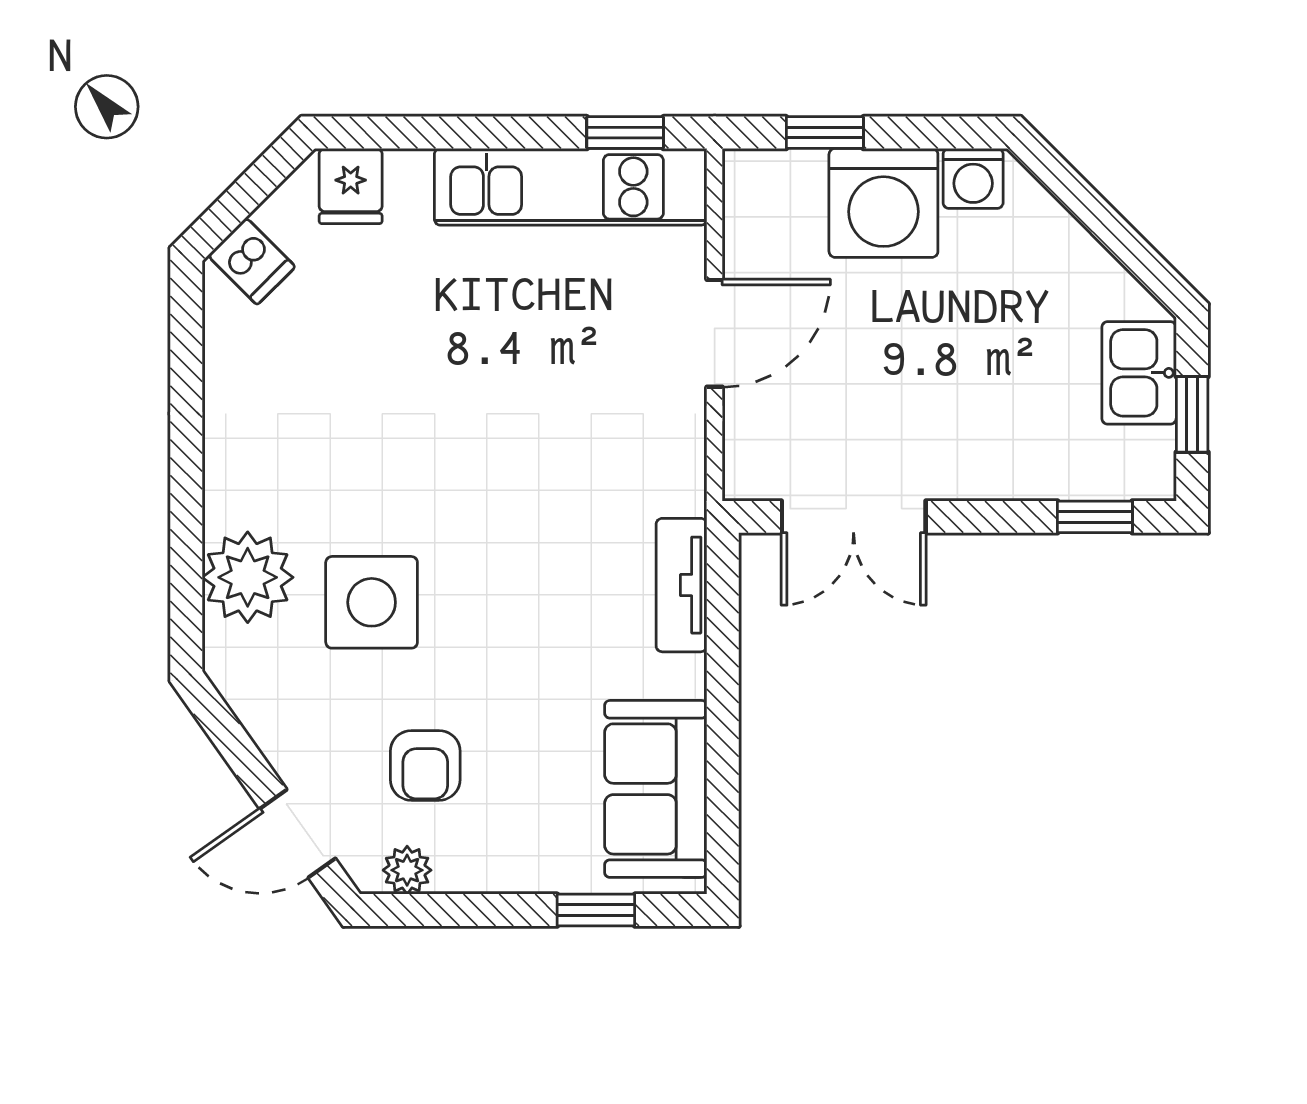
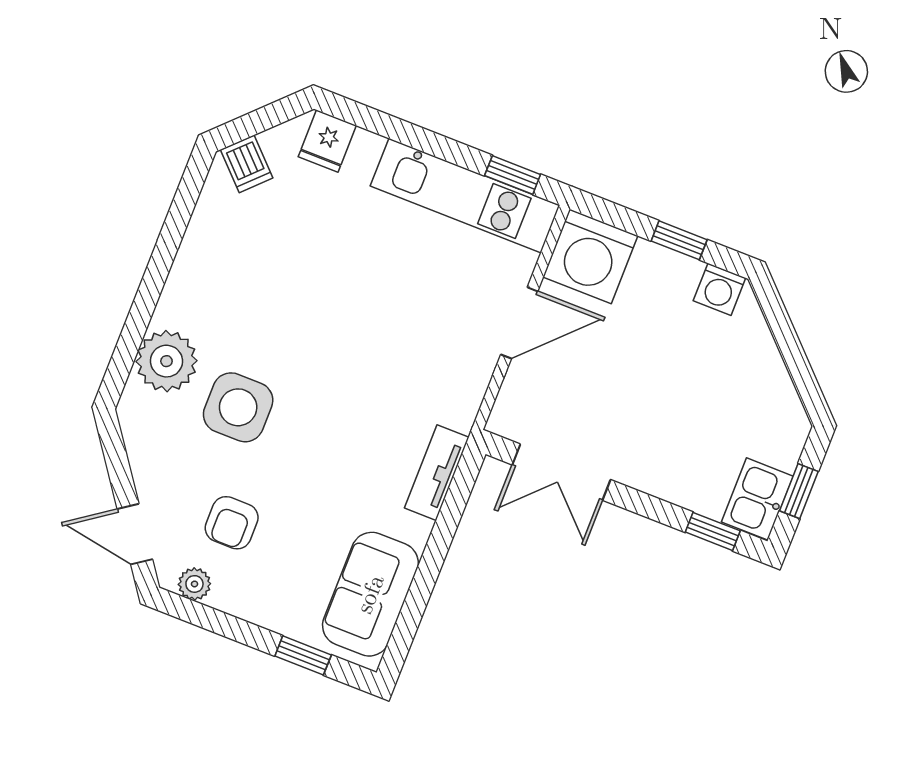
window: (825, 133) -> (679, 240), moved
washing machine: (883, 203) -> (590, 256), moved
kitchen sink: (1139, 373) -> (757, 499), moved

